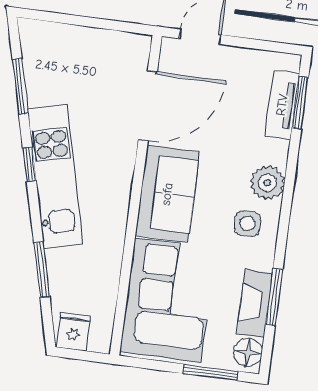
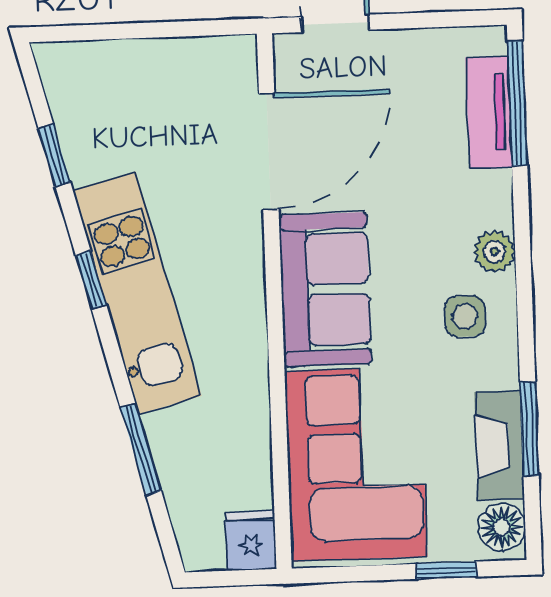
window: (20, 86) -> (54, 155), width x0.67
window: (300, 103) -> (517, 103), width x1.44
plant: (267, 183) -> (494, 251), width x0.73, depth x0.73
fridge: (73, 332) -> (251, 541), moved
window: (211, 372) -> (447, 570), width x0.67

